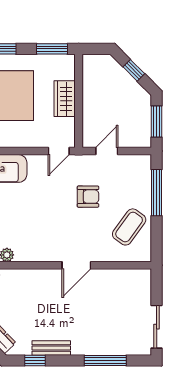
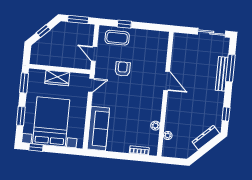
door: (59, 151) -> (91, 85), hinge flipped
window: (157, 193) -> (124, 24), width x0.46
coffee table: (129, 227) -> (117, 38), moved, turned -36
bench: (51, 348) -> (222, 74), moved, width x1.36

